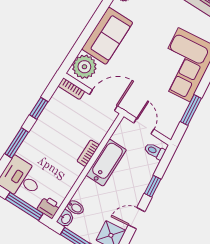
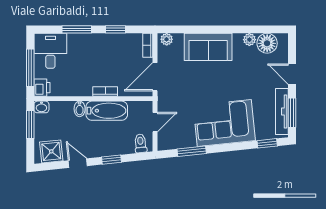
plant: (84, 67) -> (167, 39), width x0.53, depth x0.53
door: (104, 100) -> (155, 77), swing flipped
bidet: (75, 207) -> (80, 109), moved

